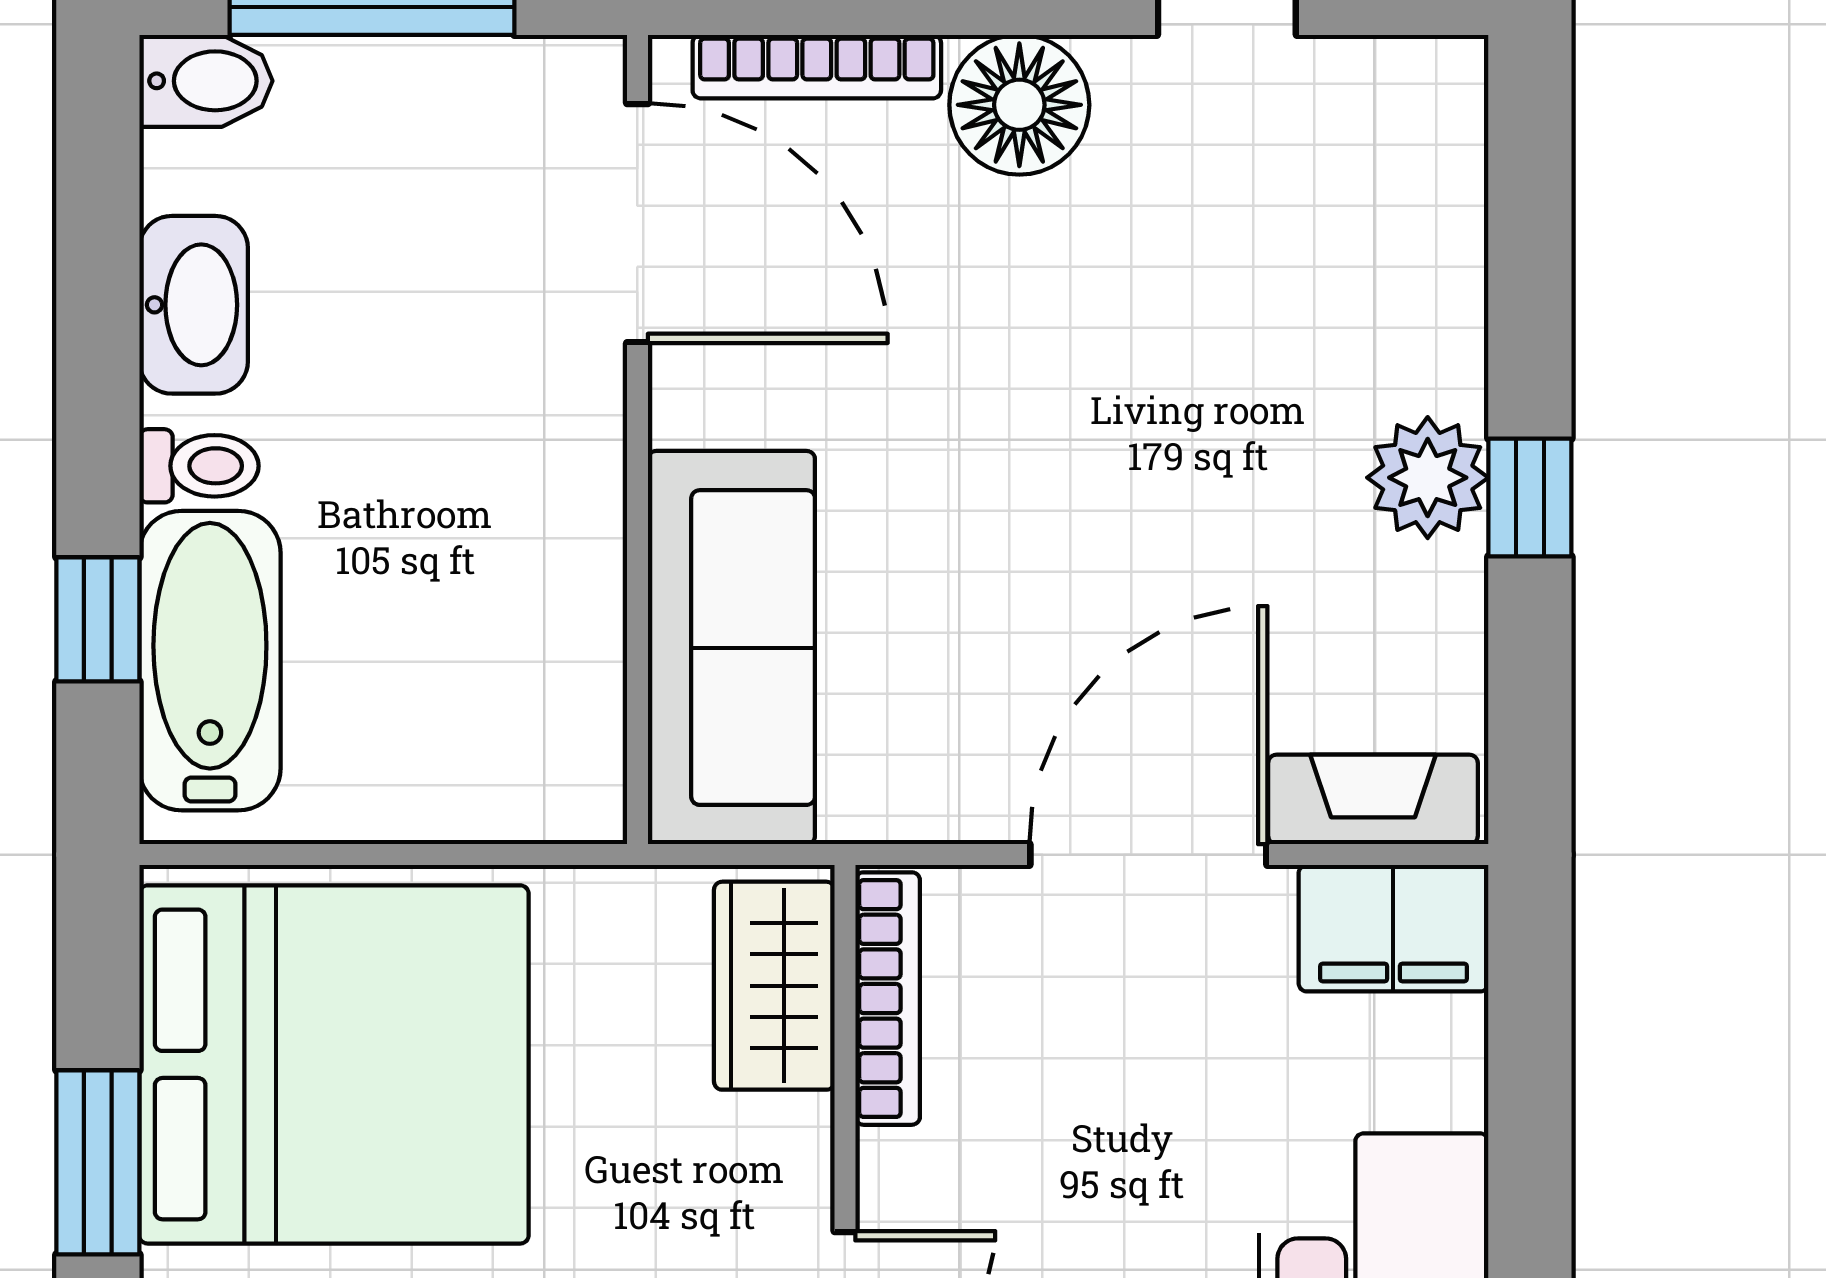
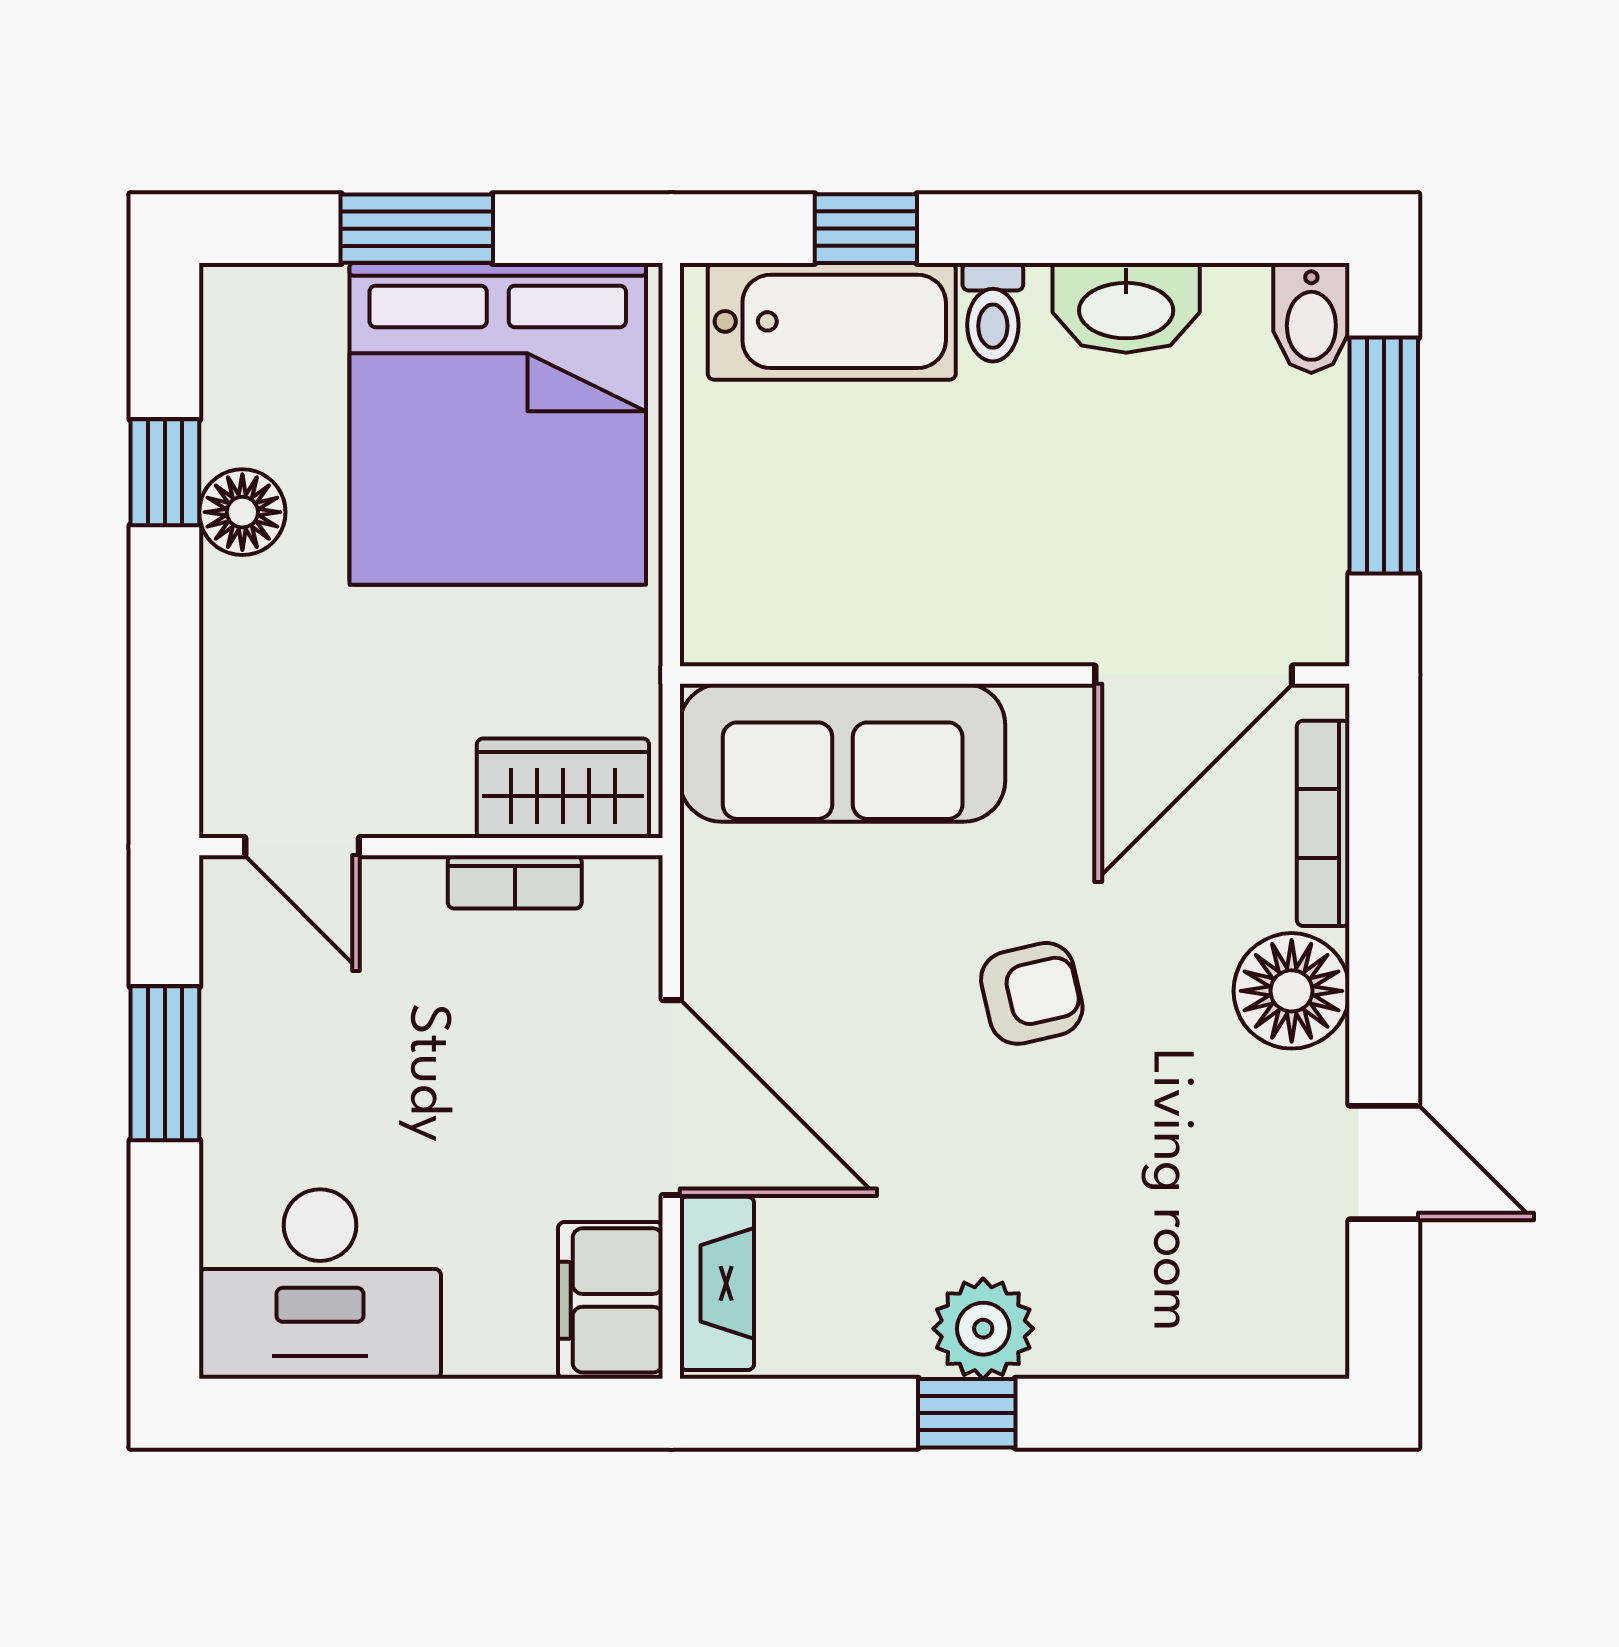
armchair: (1022, 419) -> (1032, 993), added
bookcase: (888, 999) -> (515, 882), width x0.64

